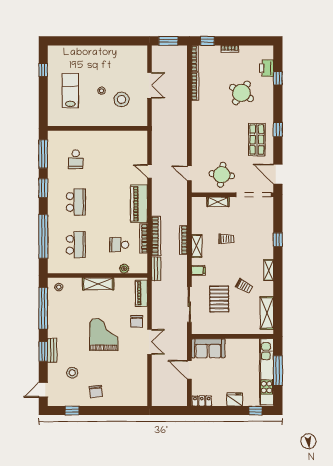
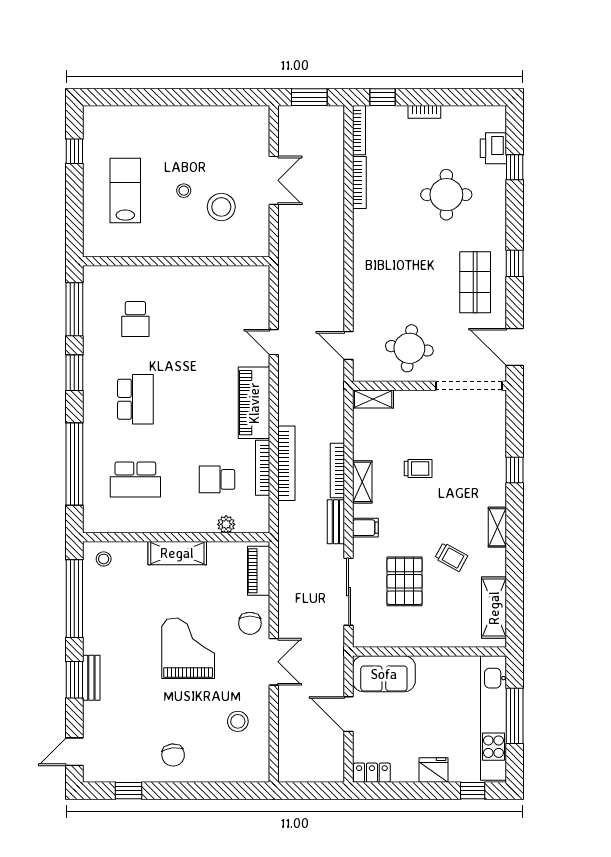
round table: (241, 93) -> (446, 195), turned -33
shelving: (218, 202) -> (373, 399), moved
school desk: (76, 245) -> (135, 479), turned 90
bench: (156, 269) -> (336, 522), moved
stool: (72, 373) -> (238, 721), moved

